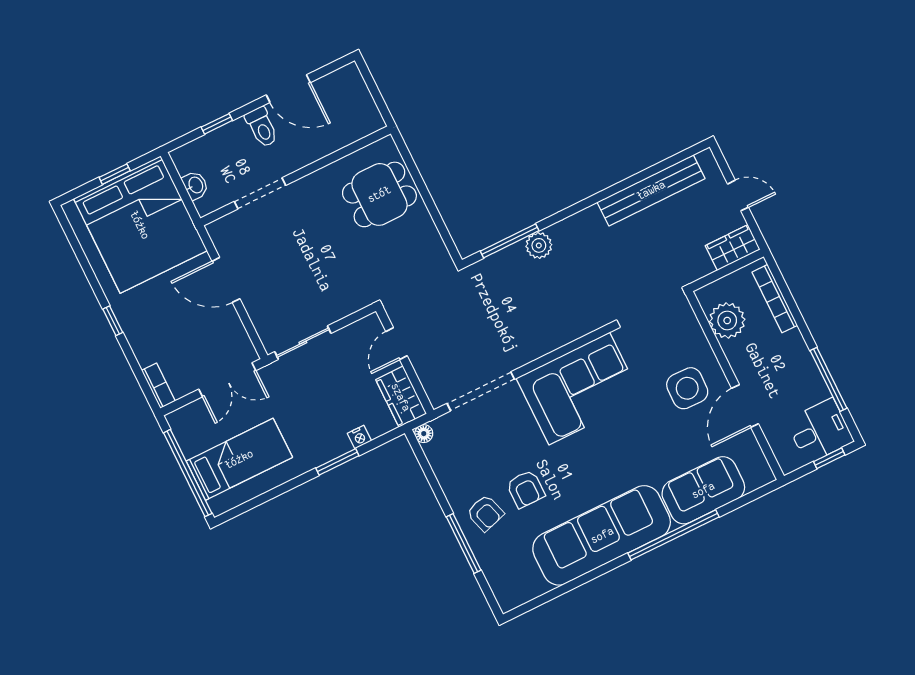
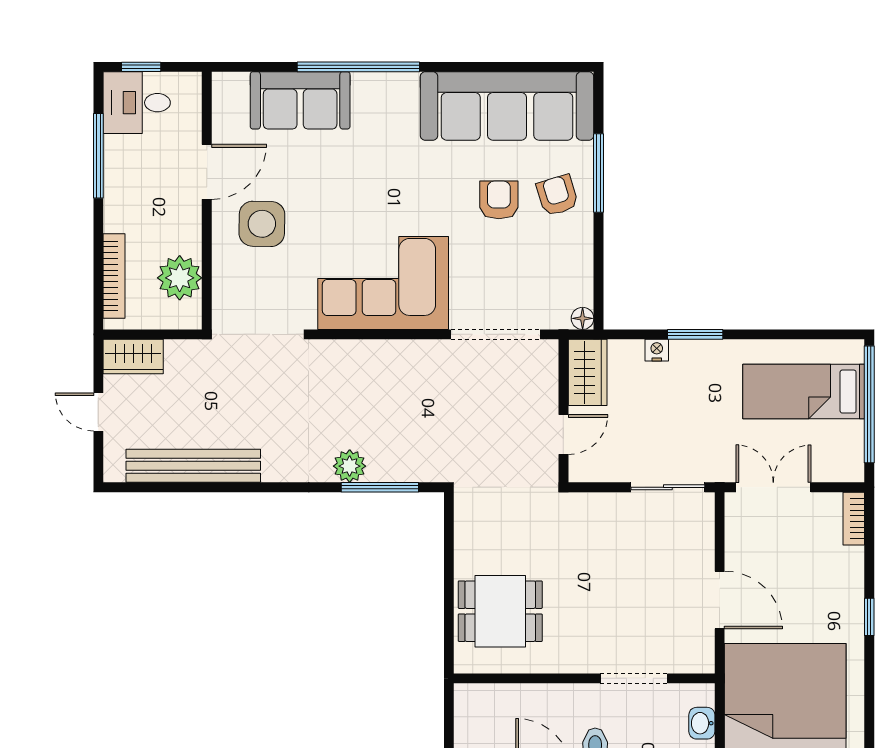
sofa: (602, 535) -> (507, 106), moved

